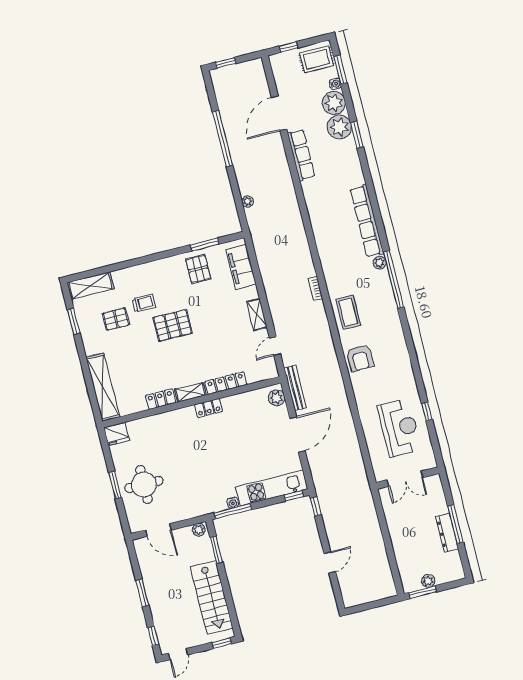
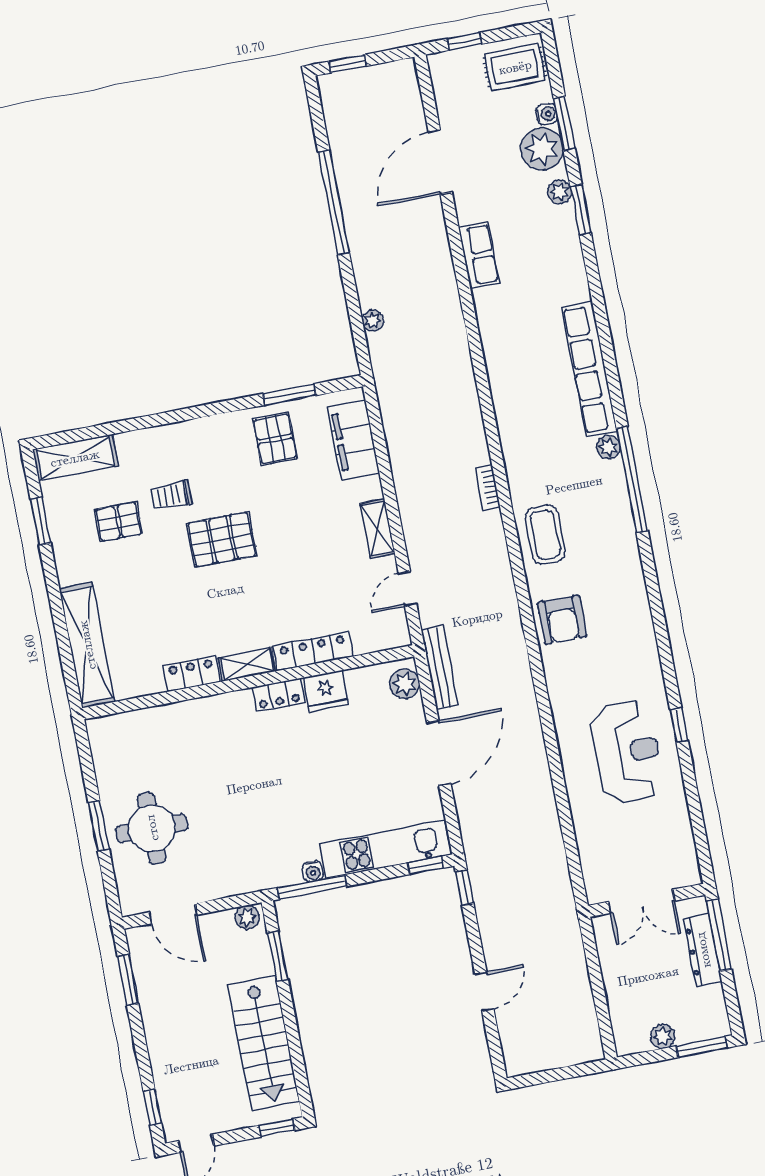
window: (340, 70) -> (564, 123), moved
plant: (339, 127) -> (560, 192), width x0.53, depth x0.53
row of seats: (301, 155) -> (479, 255), width x0.68
trolley: (144, 303) -> (171, 495), turned 180
fridge: (117, 434) -> (326, 691), moved
wall: (408, 478) -> (647, 900), moved
double door: (405, 479) -> (641, 901), moved
window: (423, 592) -> (702, 1047), moved
window: (142, 593) -> (128, 980), moved

